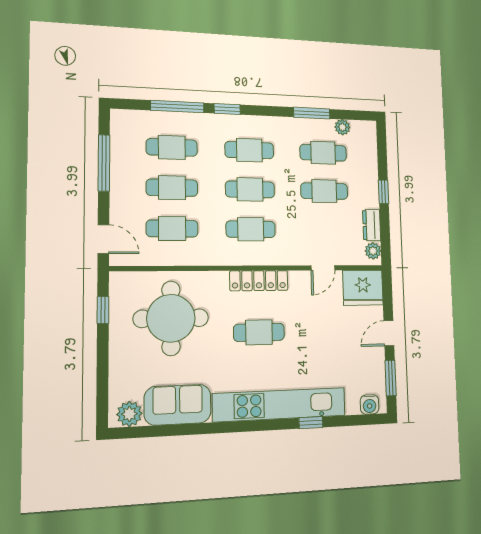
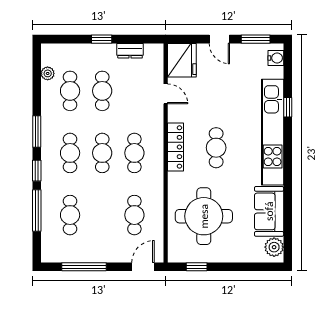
window: (312, 113) -> (37, 131), moved
cafe table: (172, 188) -> (102, 215), removed
plant: (373, 251) -> (152, 50), removed

